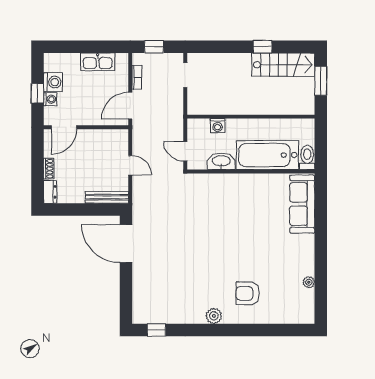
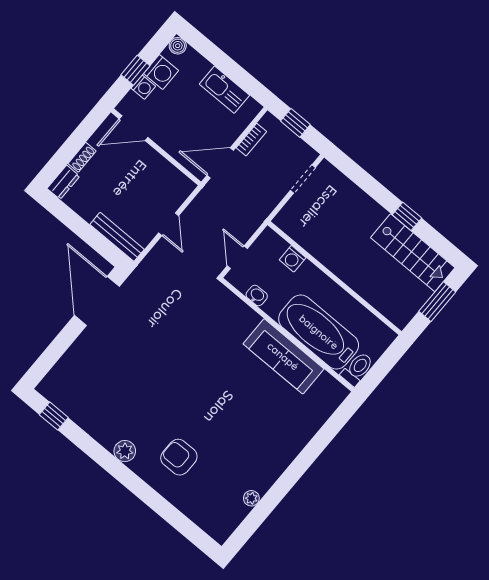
boiler: (50, 59) -> (178, 46), added
washbasin: (221, 161) -> (257, 296), width x0.52, depth x0.69
sofa: (302, 204) -> (283, 356), moved, turned -90

